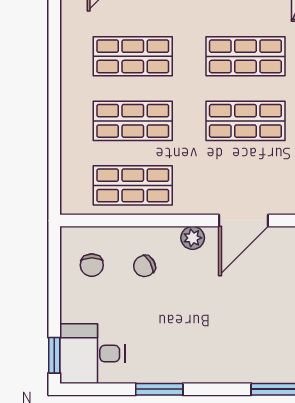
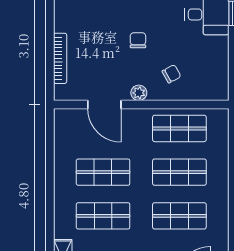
door: (244, 221) -> (104, 105), swing flipped
chair: (92, 265) -> (138, 40), moved

